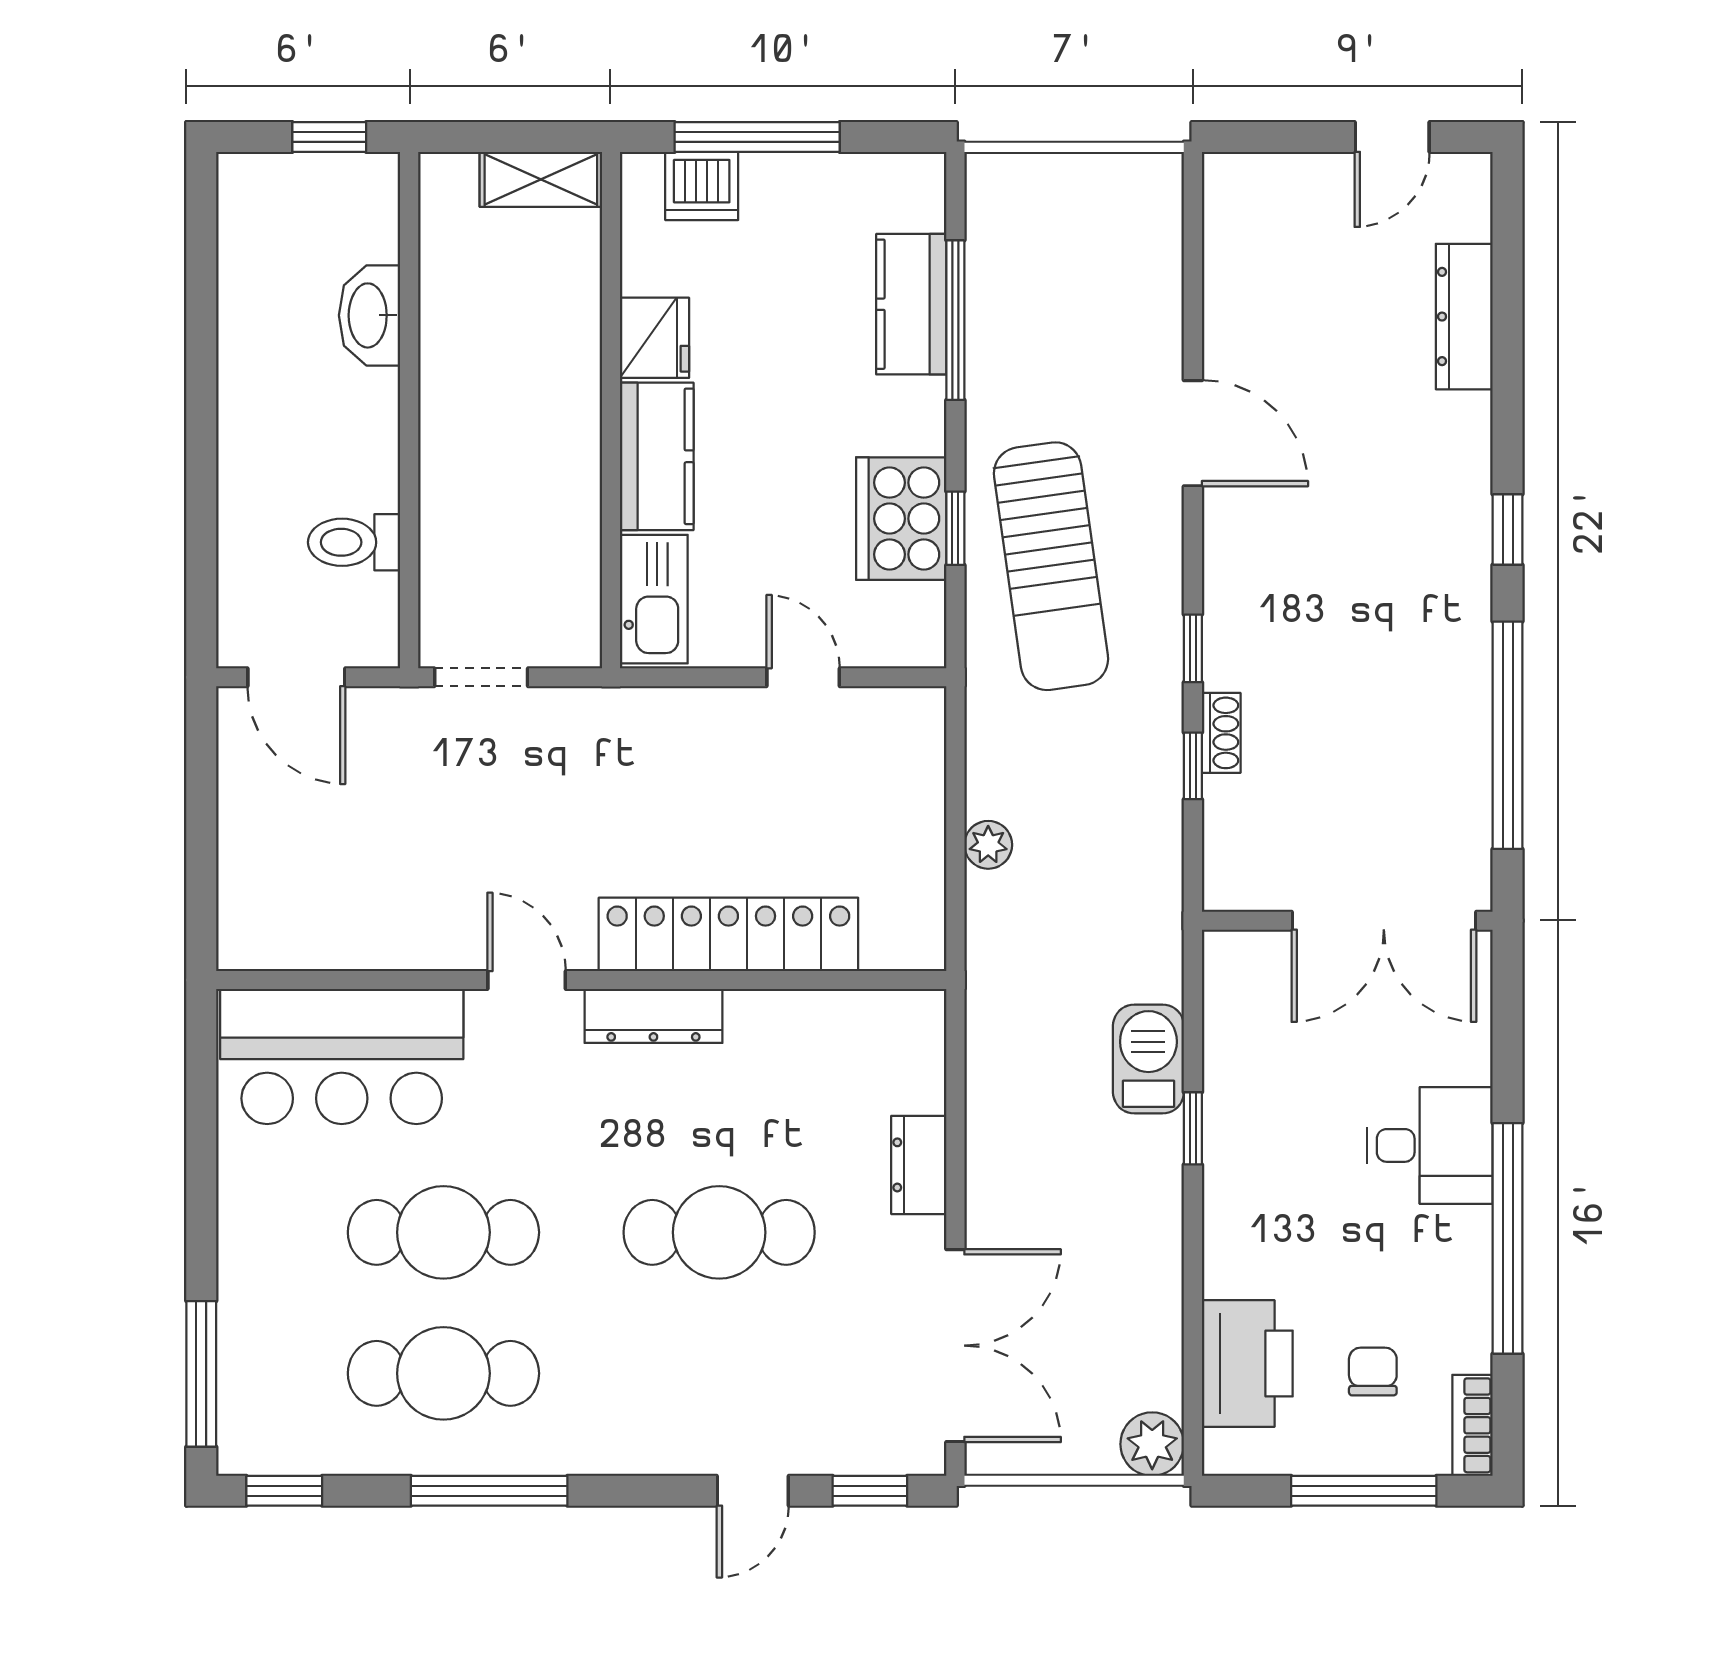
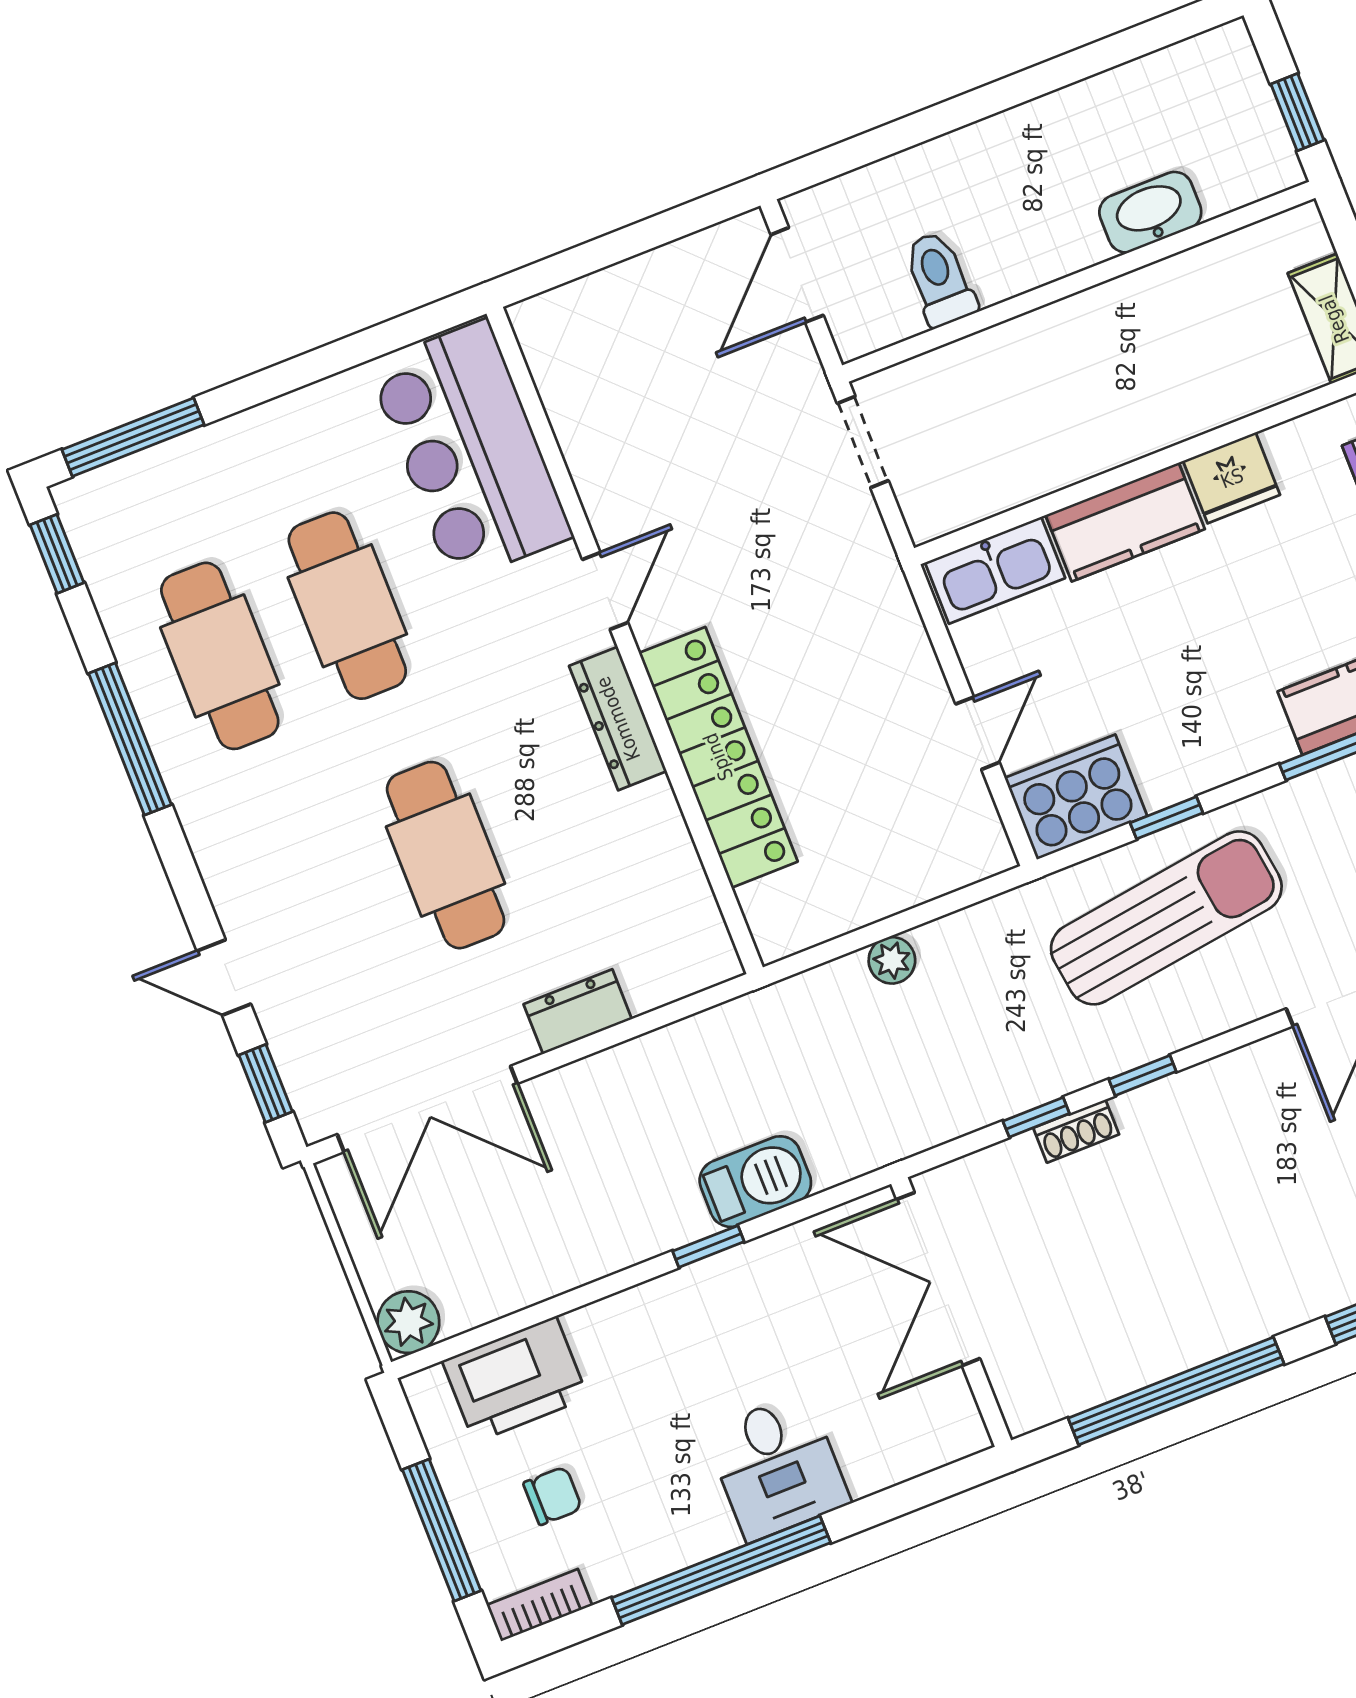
cooker: (901, 519) -> (1076, 797), moved
sun lounger: (1051, 566) -> (1166, 918), turned 180
double door: (1384, 921) -> (938, 1279), moved

